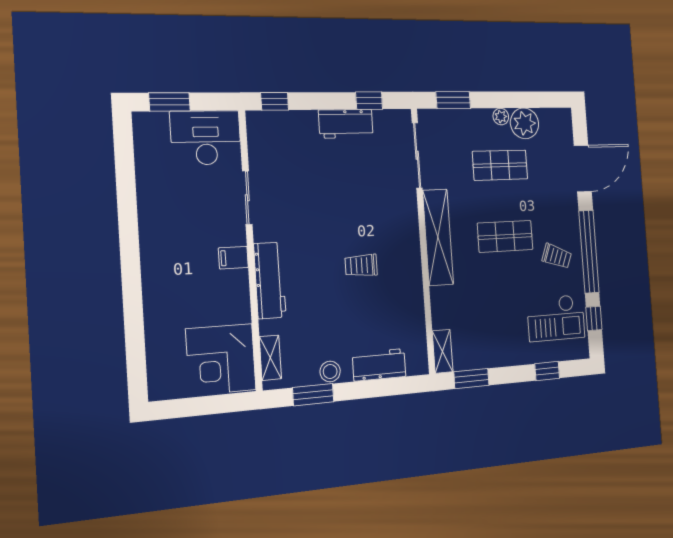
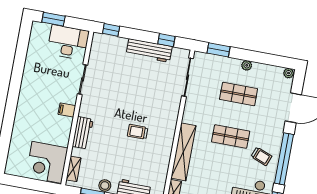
plant: (525, 123) -> (289, 73), moved, width x0.53, depth x0.53
workbench: (346, 124) -> (149, 50), width x1.38
shelving: (438, 237) -> (183, 152), moved
workbench: (270, 280) -> (83, 133), width x0.73

